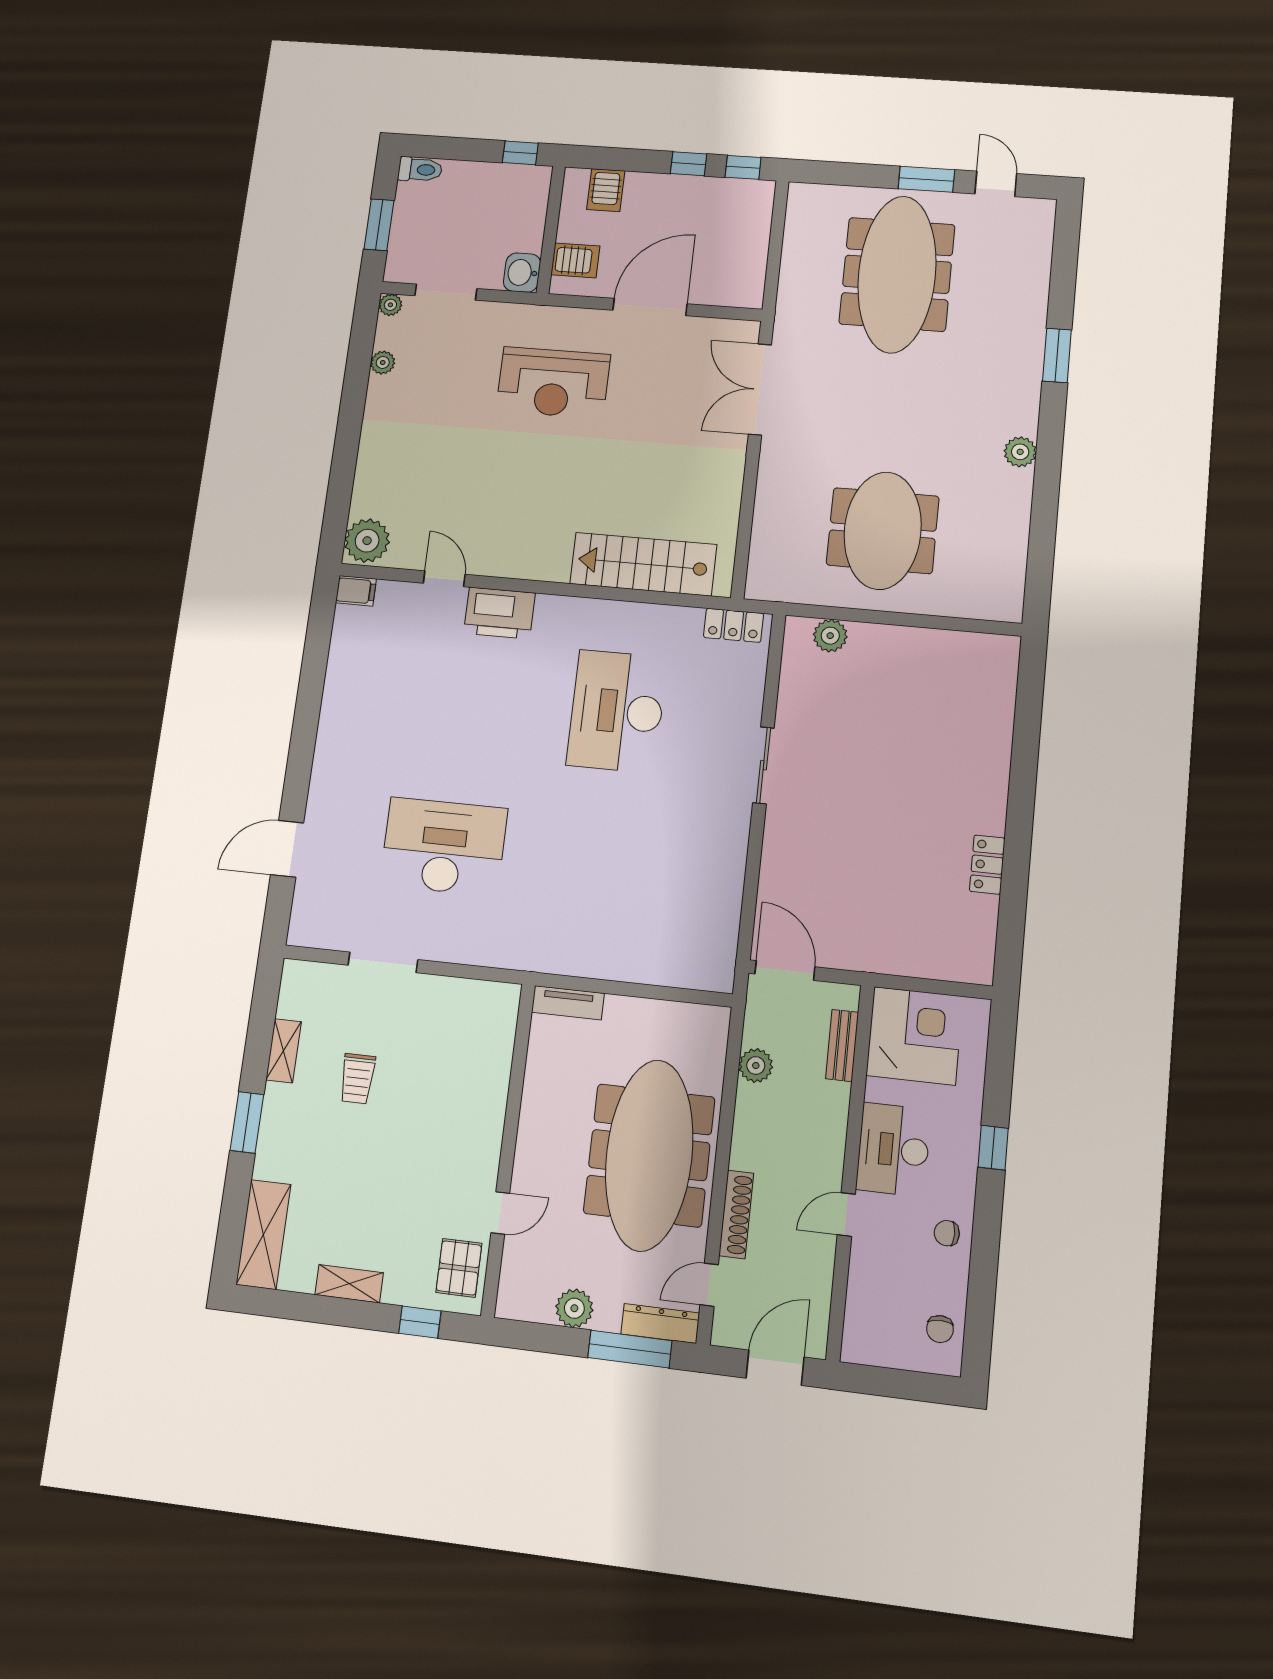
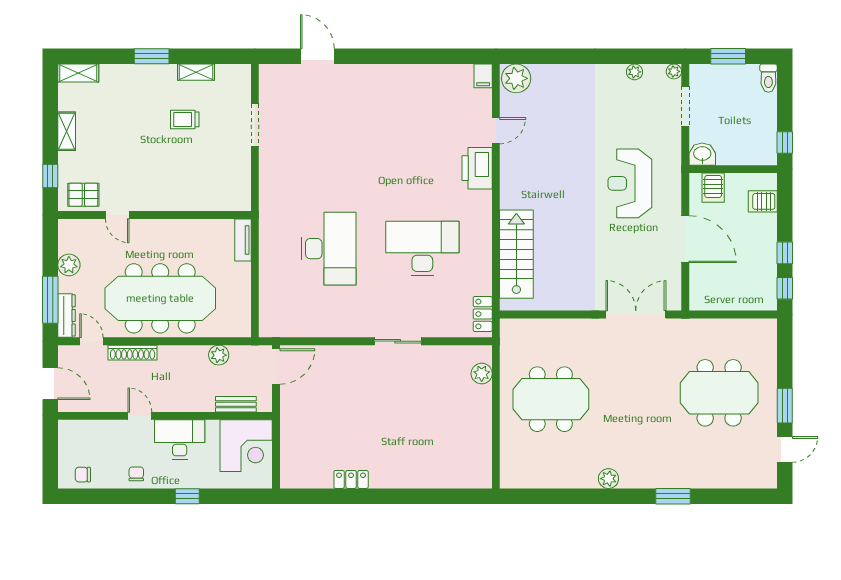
meeting table: (897, 274) -> (719, 393), width x0.73
desk: (444, 847) -> (329, 249), moved
shelving: (263, 1234) -> (78, 73), width x0.67, depth x0.75

